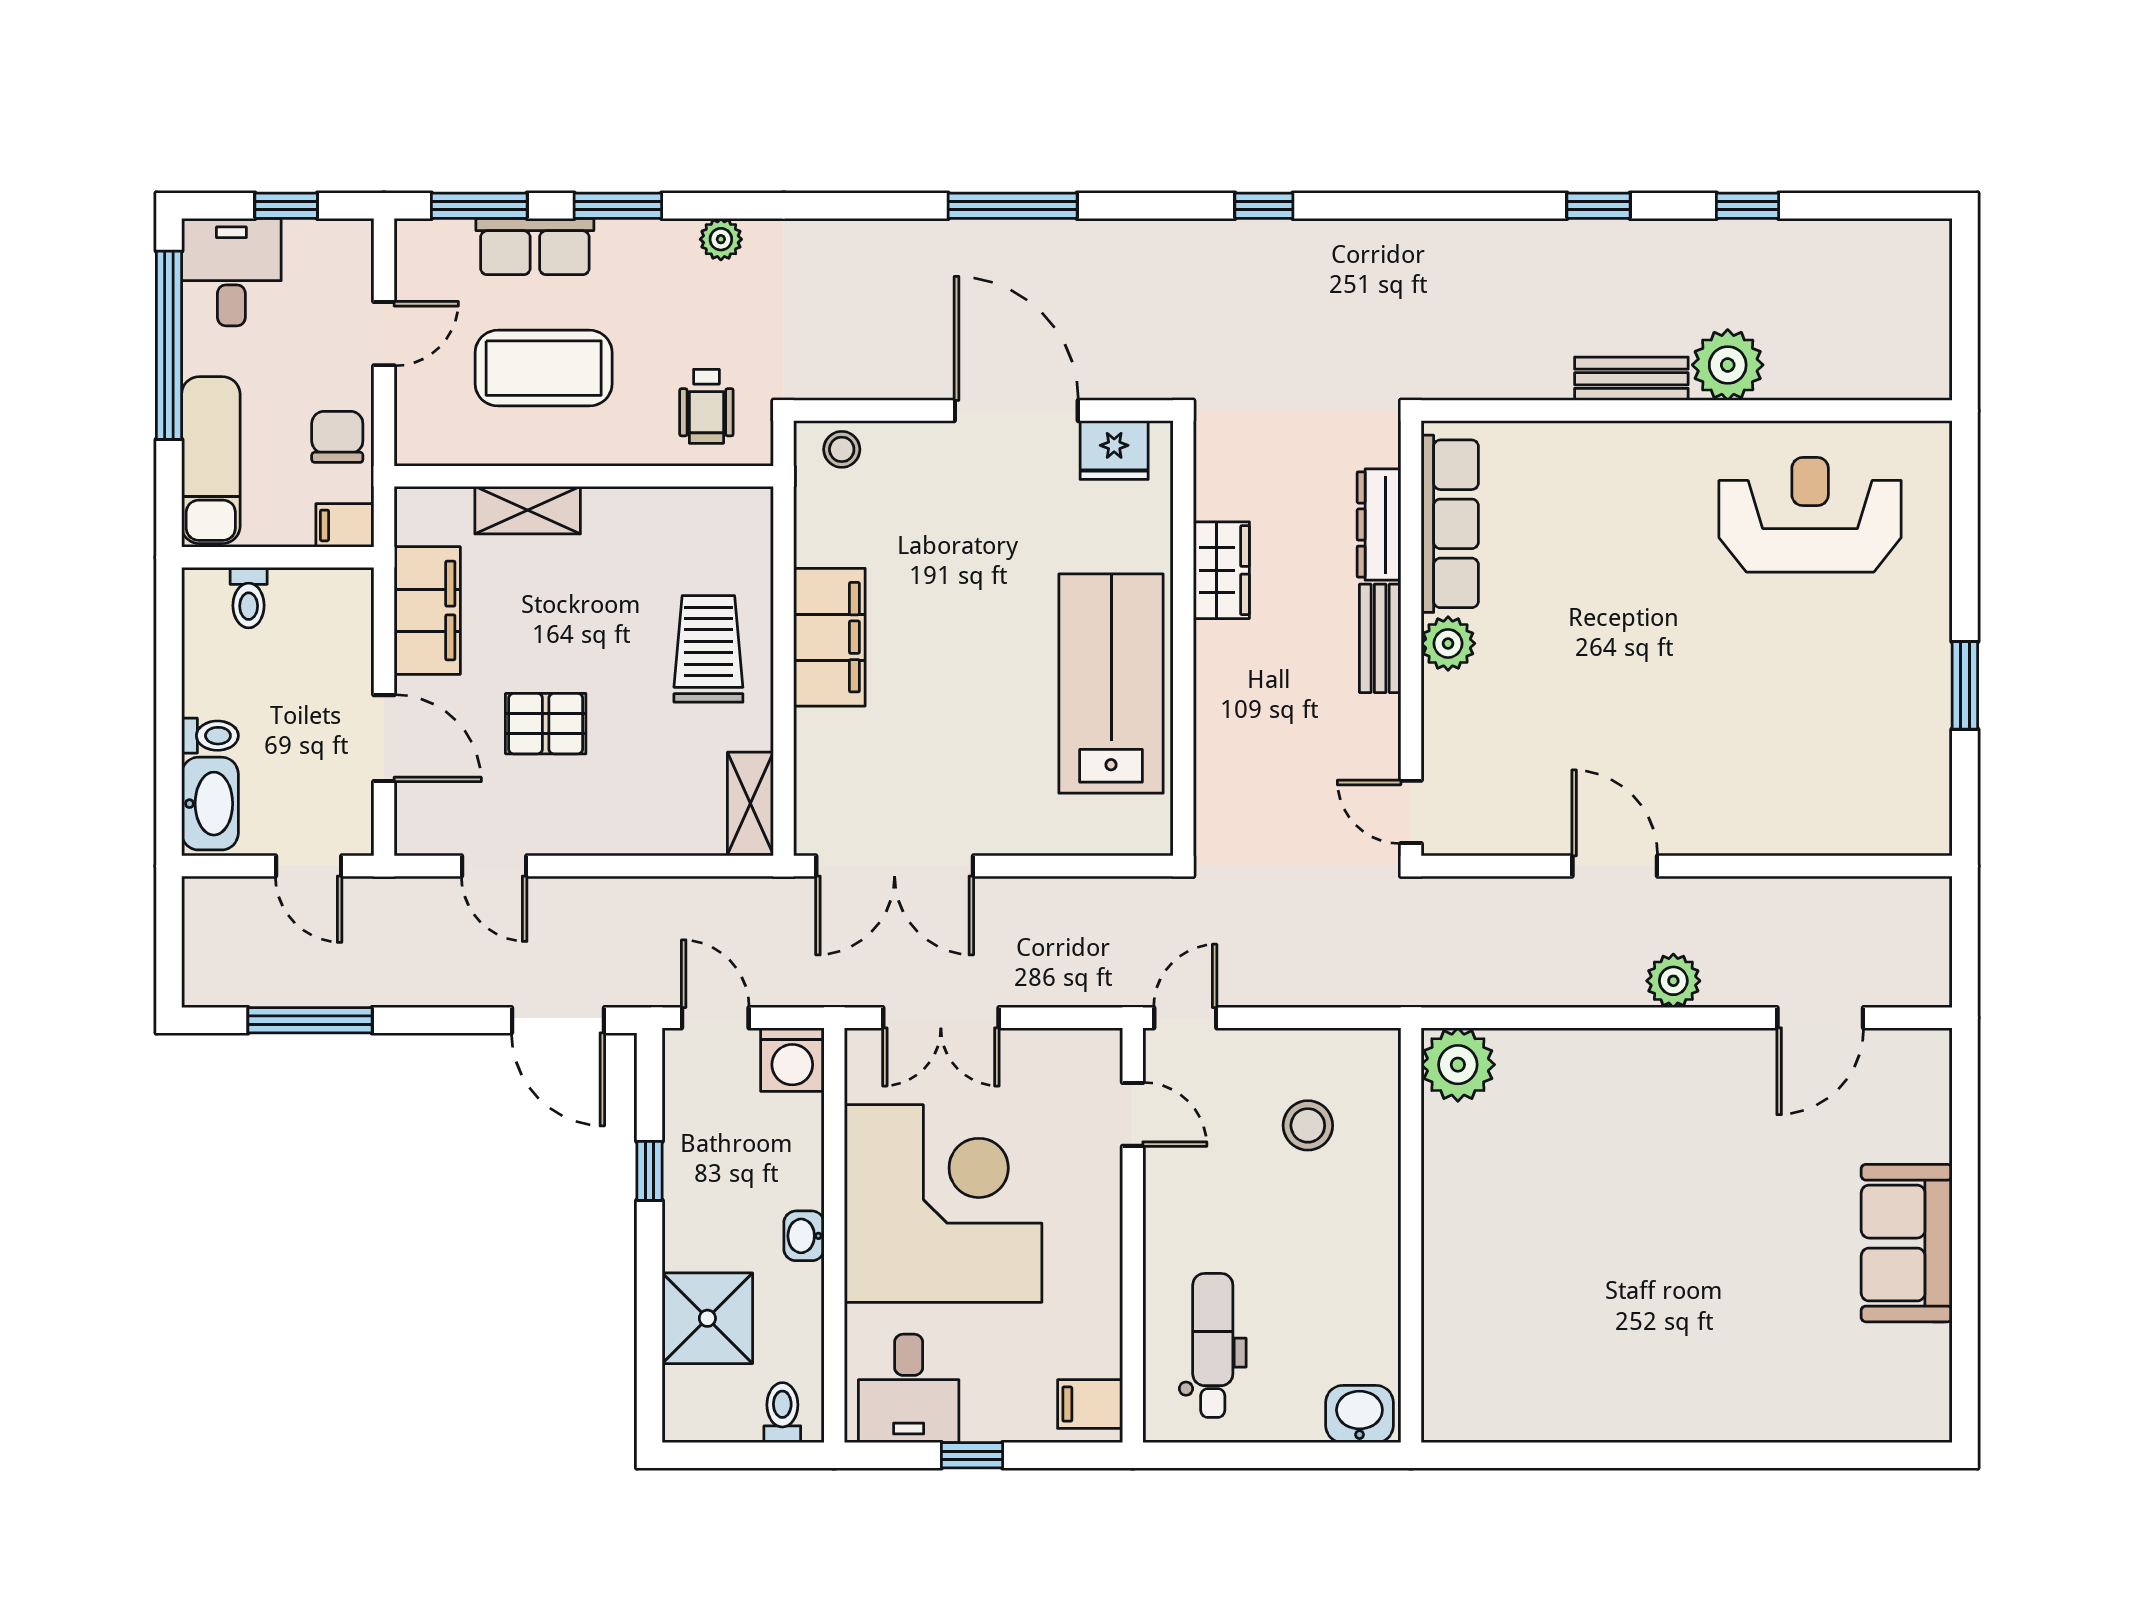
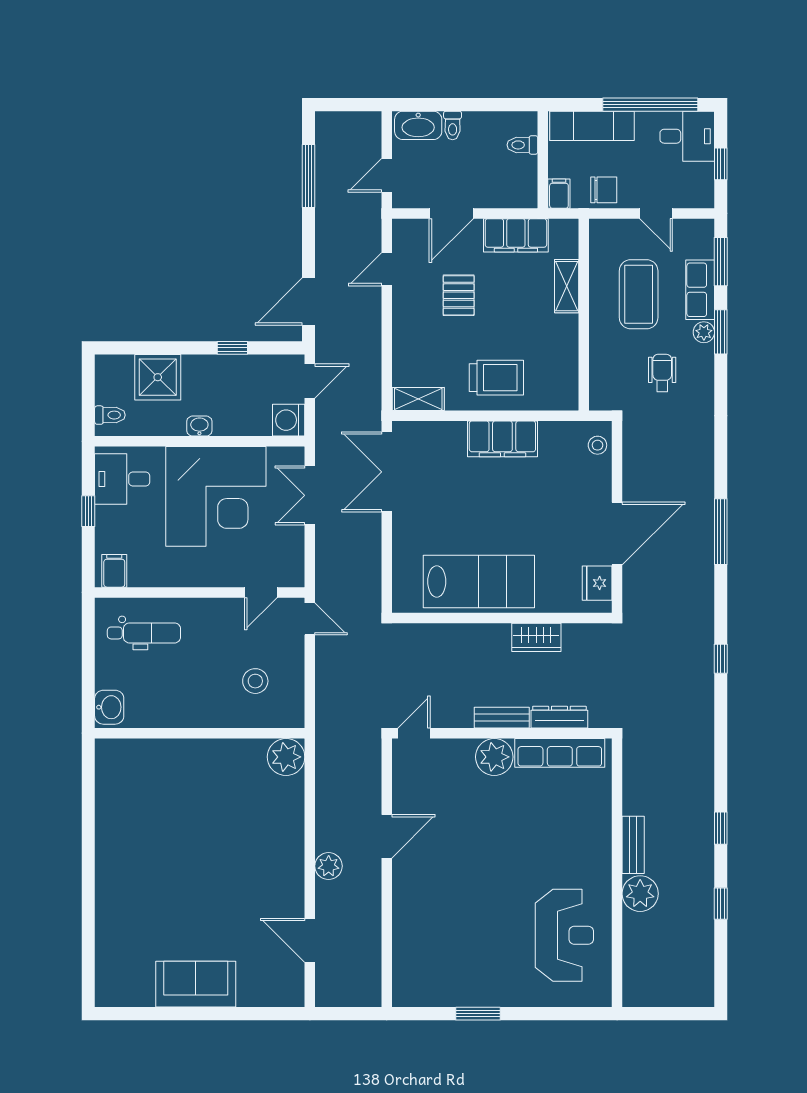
plant: (721, 239) -> (704, 332), moved
wheelchair: (706, 406) -> (662, 373), moved, turned 90
plant: (1448, 643) -> (494, 757), width x1.36, depth x1.36

